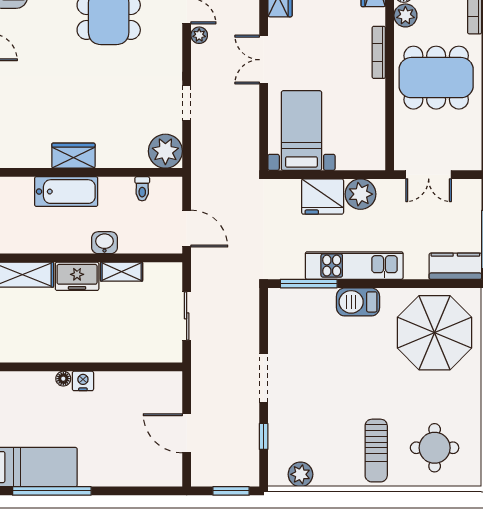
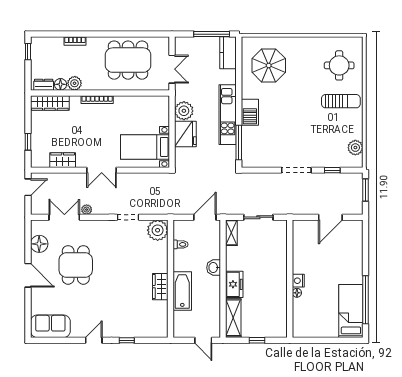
dining table: (436, 78) -> (128, 60), moved, turned 90
shelving: (122, 272) -> (231, 233), moved
parasol: (434, 333) -> (269, 65), width x0.73, depth x0.73

